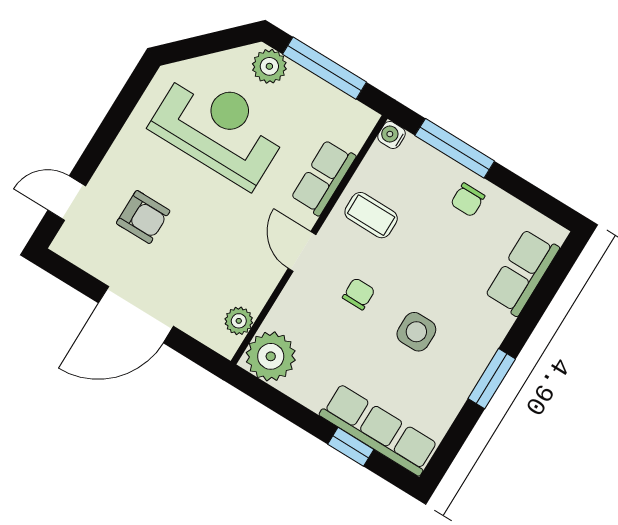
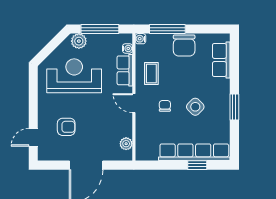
water cooler: (355, 138) -> (127, 48), added
chair: (468, 200) -> (184, 45), width x1.87, depth x1.87
coffee table: (371, 215) -> (151, 73), turned 90
side table: (416, 332) -> (195, 107), turned 45
plant: (271, 356) -> (146, 150), removed
row of seats: (379, 430) -> (194, 152), width x1.36

